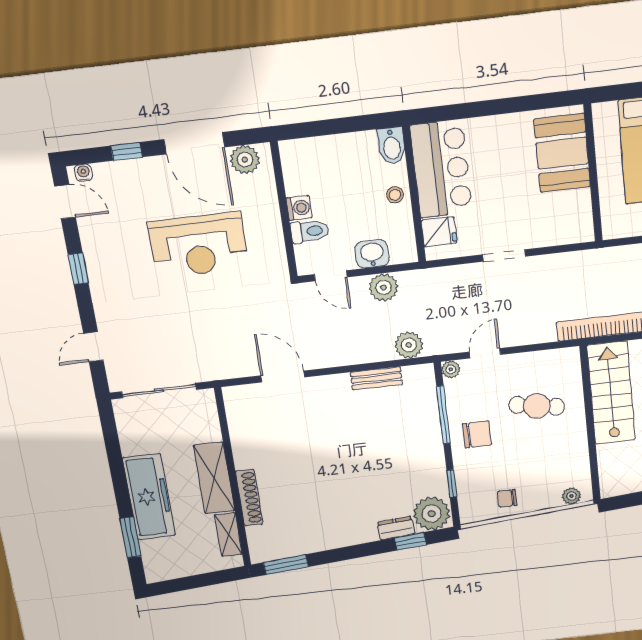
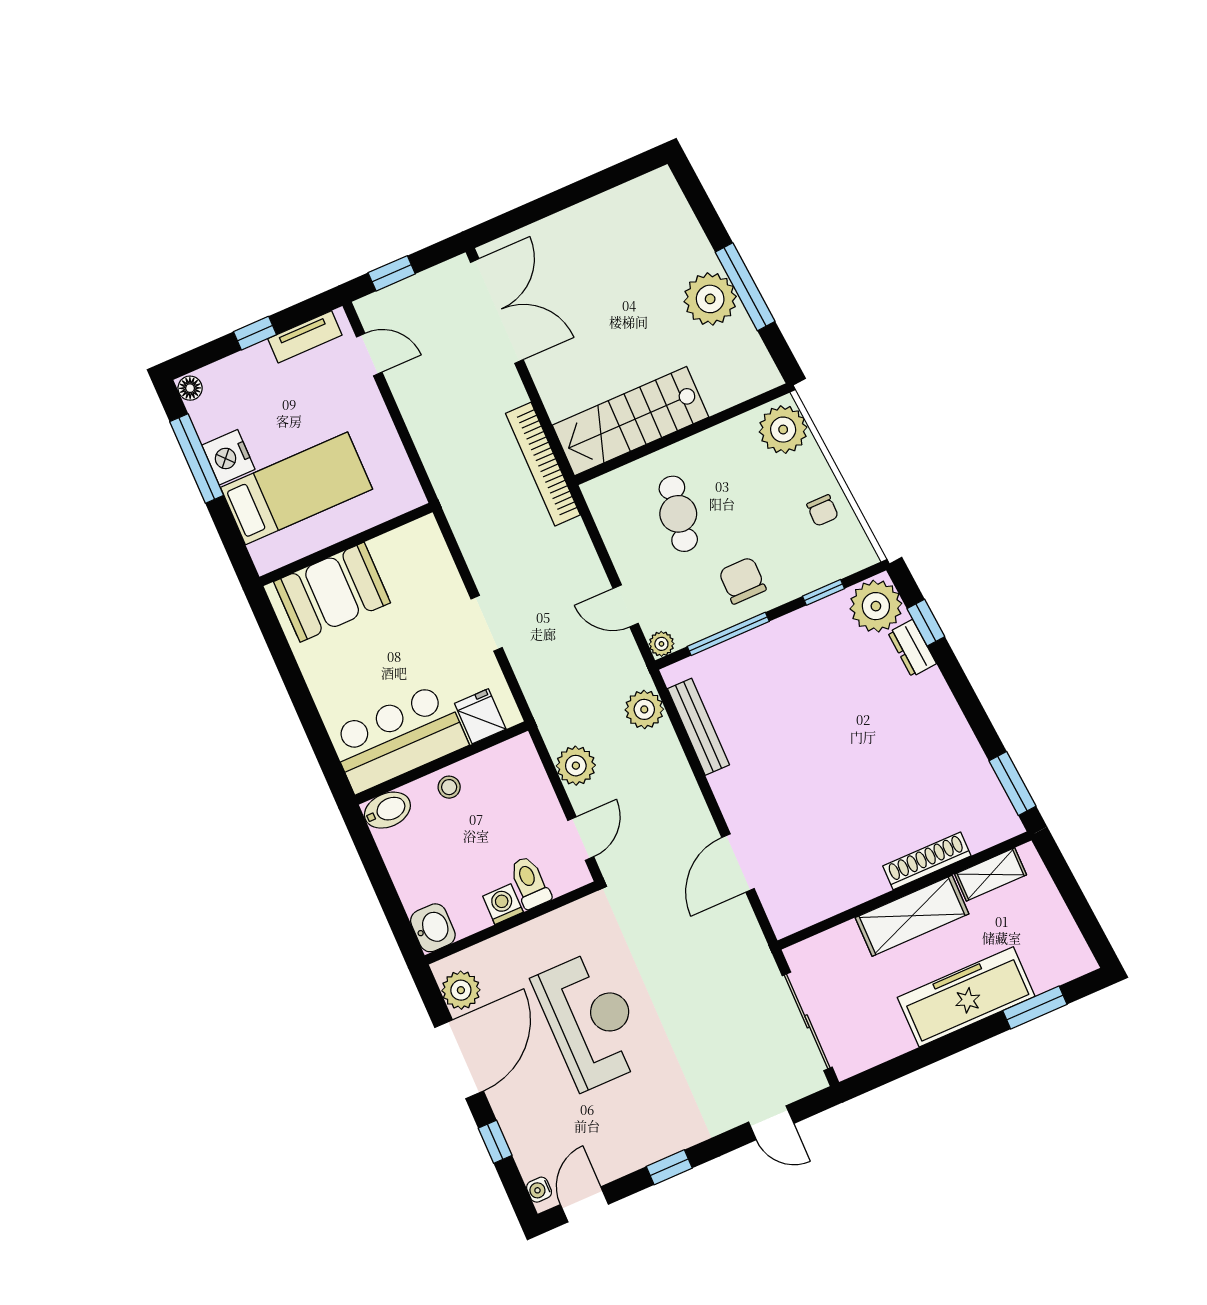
washbasin: (372, 254) -> (433, 928), moved, turned 180
bench: (376, 378) -> (698, 727), width x1.36
plant: (572, 496) -> (783, 430), width x1.87, depth x1.87

